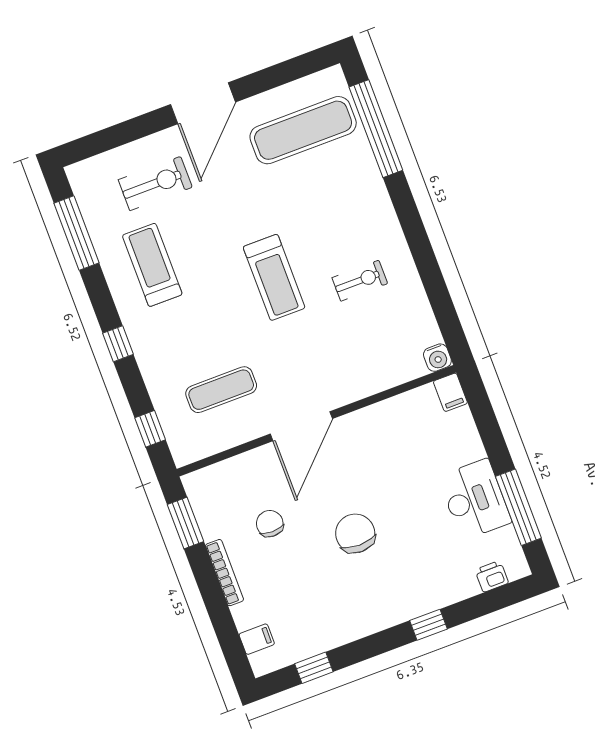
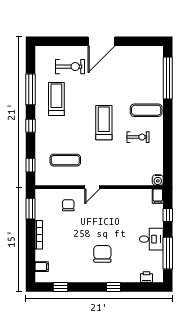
exercise mat: (303, 130) -> (146, 110), moved, width x0.73, depth x0.69
window: (76, 233) -> (31, 89), moved
treadmill: (274, 277) -> (104, 123), turned 180
window: (487, 425) -> (168, 215), added
door: (301, 426) -> (92, 187), width x0.53
desk: (475, 499) -> (151, 239), width x0.73
chair: (270, 524) -> (68, 205), moved
chair: (355, 533) -> (102, 254), moved

